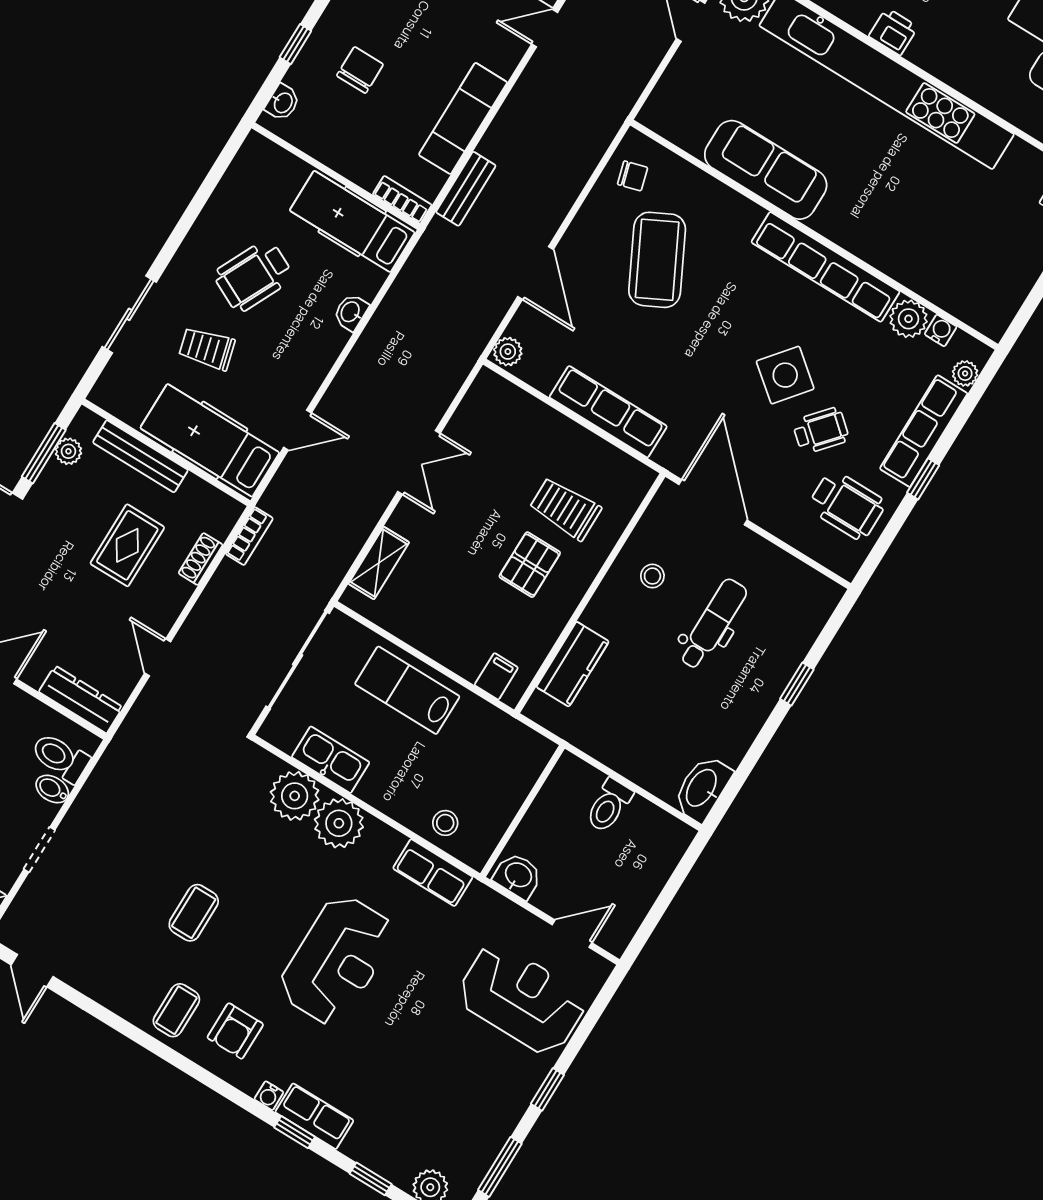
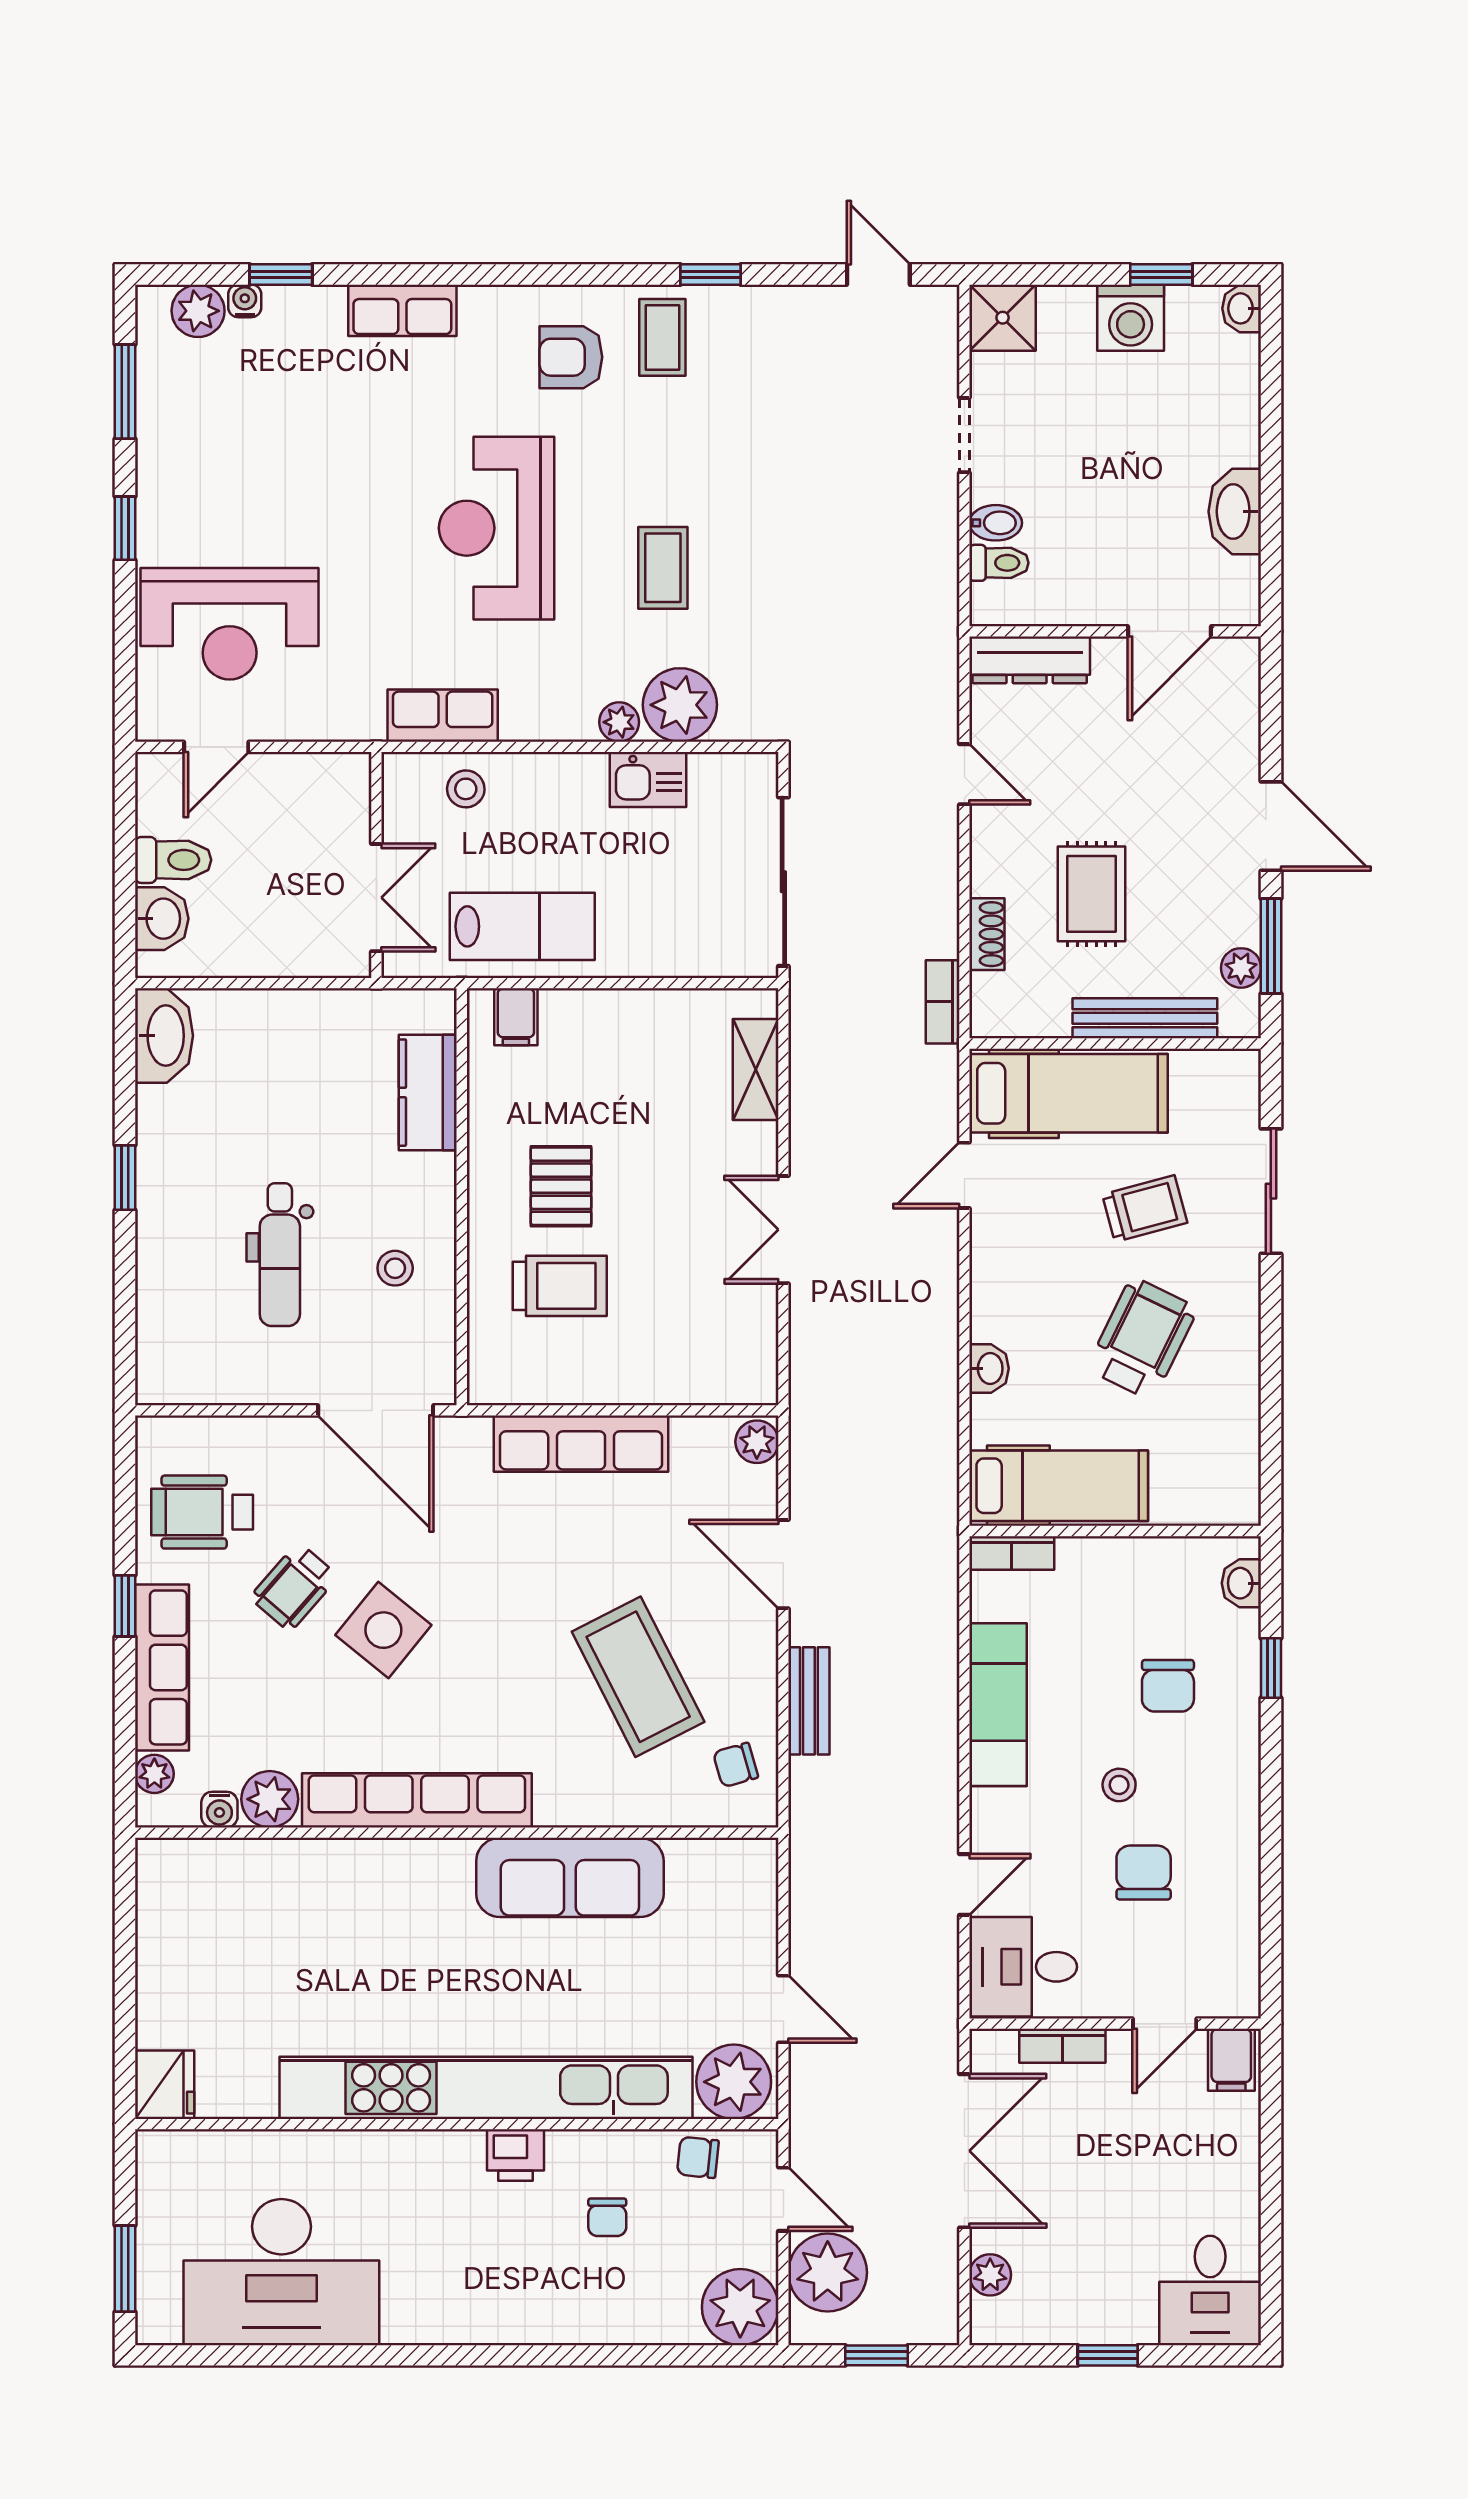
stool: (422, 31) -> (1119, 1785), added
bench: (466, 189) -> (809, 1701), moved
window: (797, 684) -> (125, 1178), moved
lab bench: (407, 690) -> (522, 926), moved
toilet: (60, 757) -> (999, 563), width x0.73, depth x0.72
kitchen sink: (331, 760) -> (648, 780), width x0.73
double door: (534, 793) -> (376, 898), added
toilet: (609, 806) -> (173, 860), moved, turned 90
plant: (339, 823) -> (619, 722), width x0.53, depth x0.53
washbasin: (518, 876) -> (162, 919), moved, turned -90
coffee table: (194, 913) -> (663, 568), moved
armchair: (235, 1031) -> (571, 357), turned -90
water cooler: (269, 1096) -> (245, 301), moved
window: (295, 1132) -> (710, 274), moved

